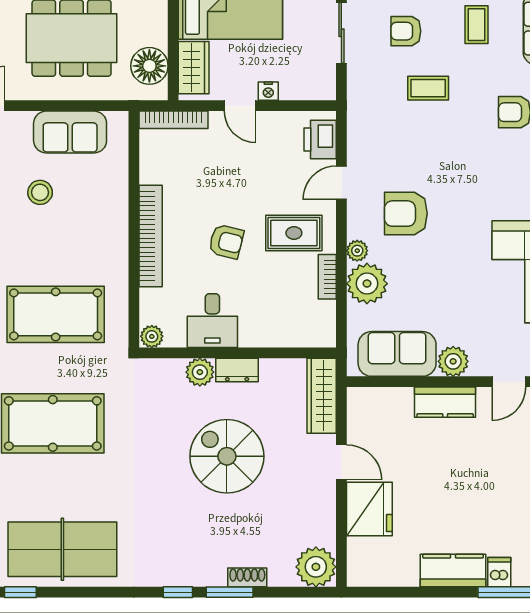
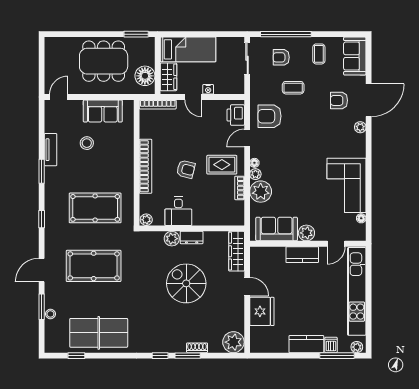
armchair: (406, 214) -> (270, 116), moved
floor lamp: (355, 229) -> (254, 163), added

